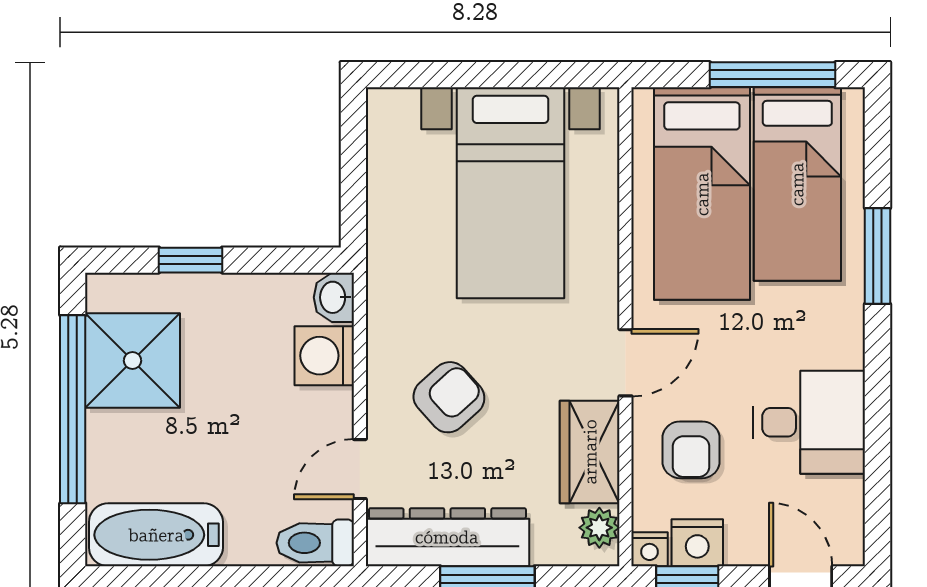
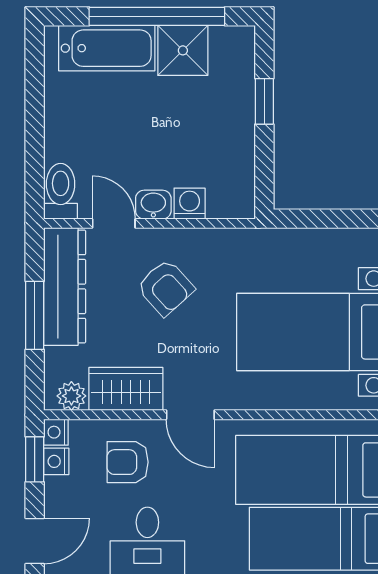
washbasin: (334, 297) -> (153, 205), moved
washing machine: (324, 356) -> (190, 204), width x0.73, depth x0.73
shower: (132, 361) -> (183, 50), width x0.73, depth x0.73
bathtub: (156, 535) -> (107, 48), moved, turned 90
nightstand: (697, 543) -> (56, 461), width x0.72, depth x0.74

